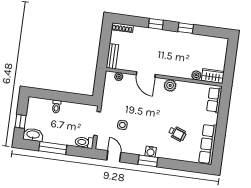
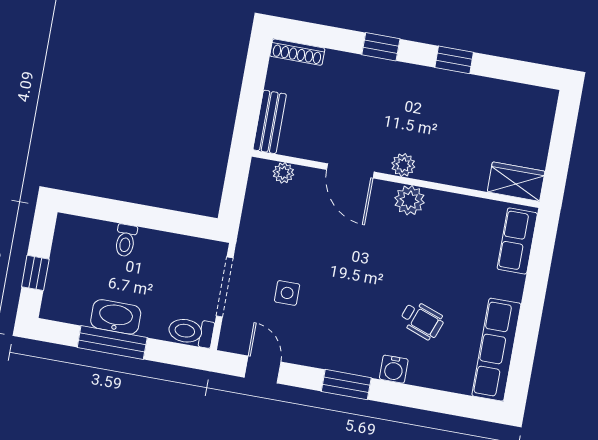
plant: (196, 75) -> (403, 165), moved
washbasin: (33, 135) -> (116, 317), moved
water cooler: (151, 152) -> (394, 369), moved

